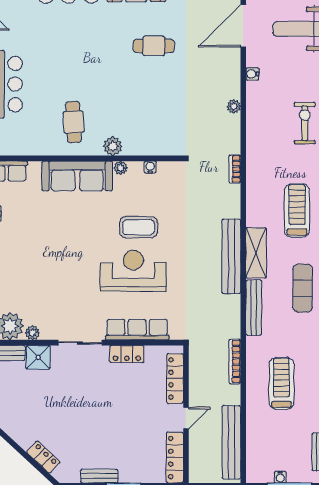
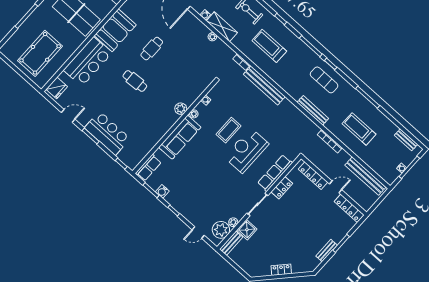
cafe table: (74, 122) -> (135, 81), moved
treadmill: (297, 210) -> (269, 46), moved
shelving: (256, 253) -> (222, 27), moved
bench: (231, 256) -> (264, 86), moved
door: (186, 418) -> (336, 187), hinge flipped
locker: (43, 457) -> (281, 270), moved

